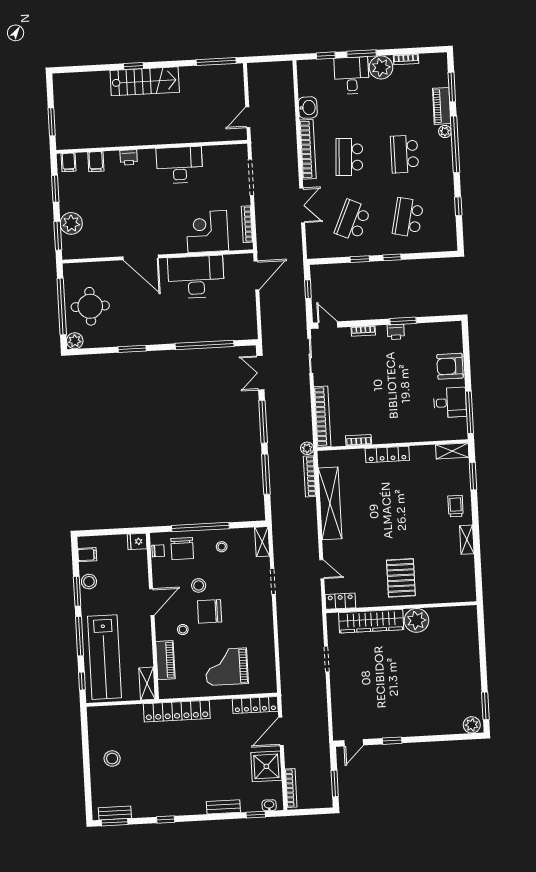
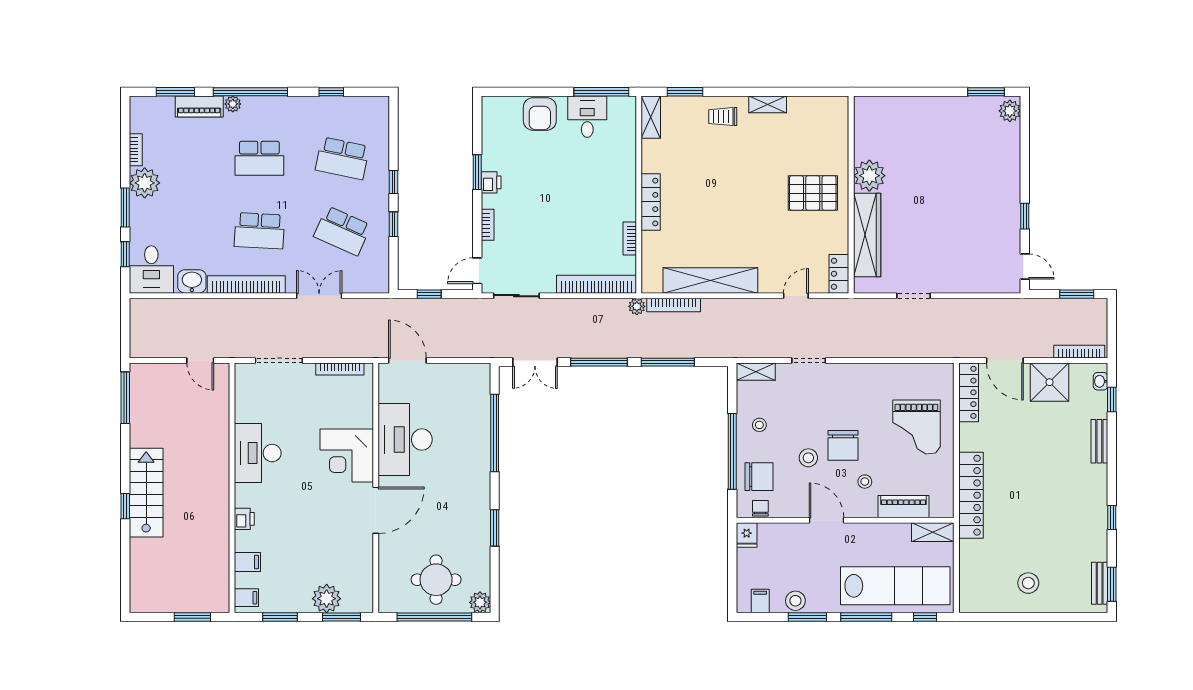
desk: (352, 75) -> (151, 269), moved, turned -90
corner desk: (207, 232) -> (347, 456), moved

